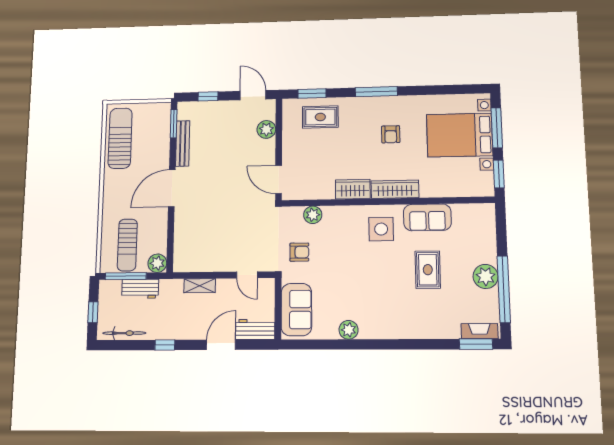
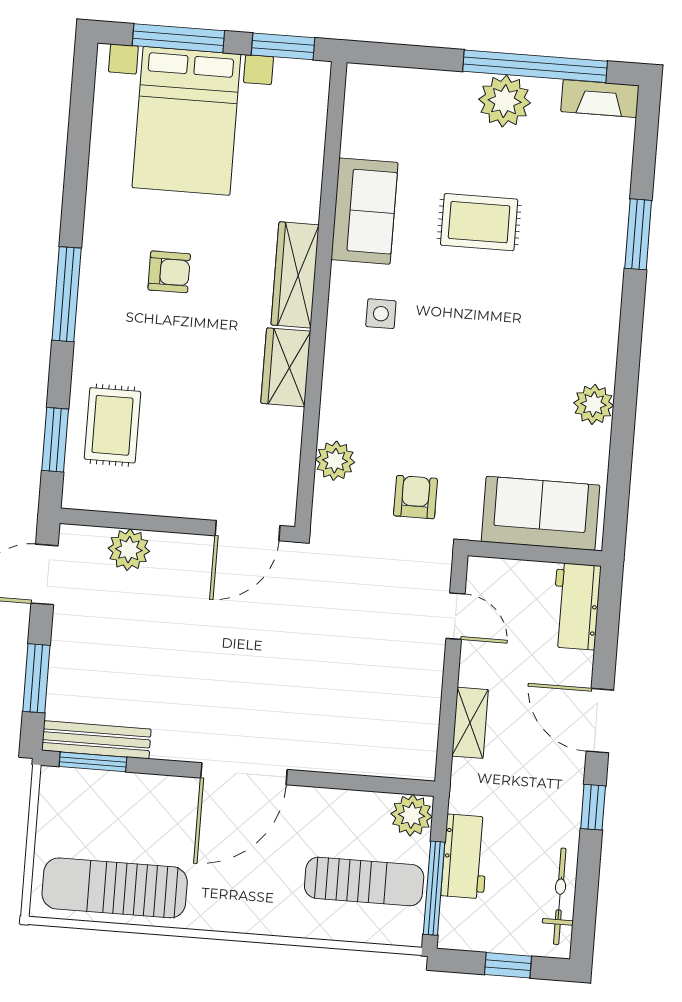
window: (208, 96) -> (36, 678), width x1.50
bench: (183, 143) -> (96, 740), moved
door: (172, 188) -> (244, 774), hinge flipped
side table: (381, 229) -> (381, 314), width x0.54, depth x0.54
door: (247, 275) -> (455, 616), hinge flipped
fireplace: (480, 331) -> (600, 99), moved, turned -90
window: (476, 344) -> (638, 234), moved
door: (221, 345) -> (600, 721), moved

